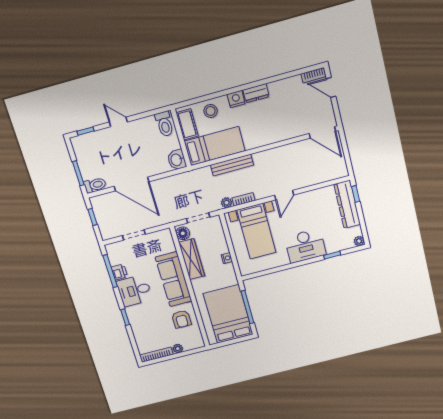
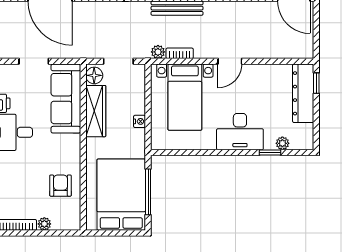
plant: (359, 241) -> (282, 143), moved
sofa: (174, 279) -> (66, 99), moved
armchair: (181, 319) -> (60, 186), turned 180

